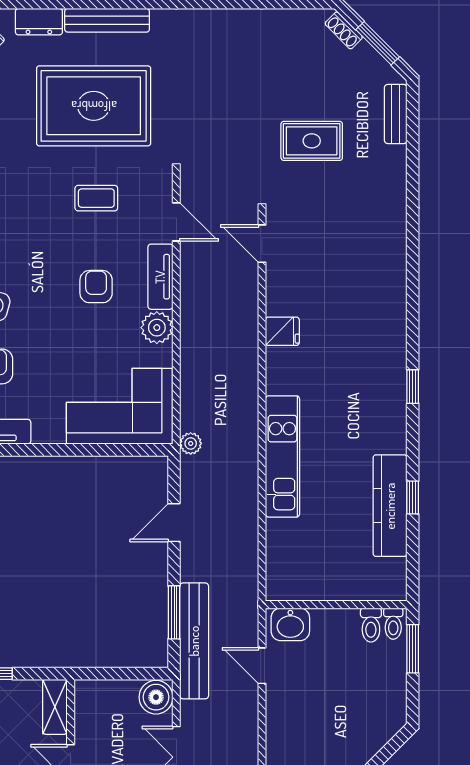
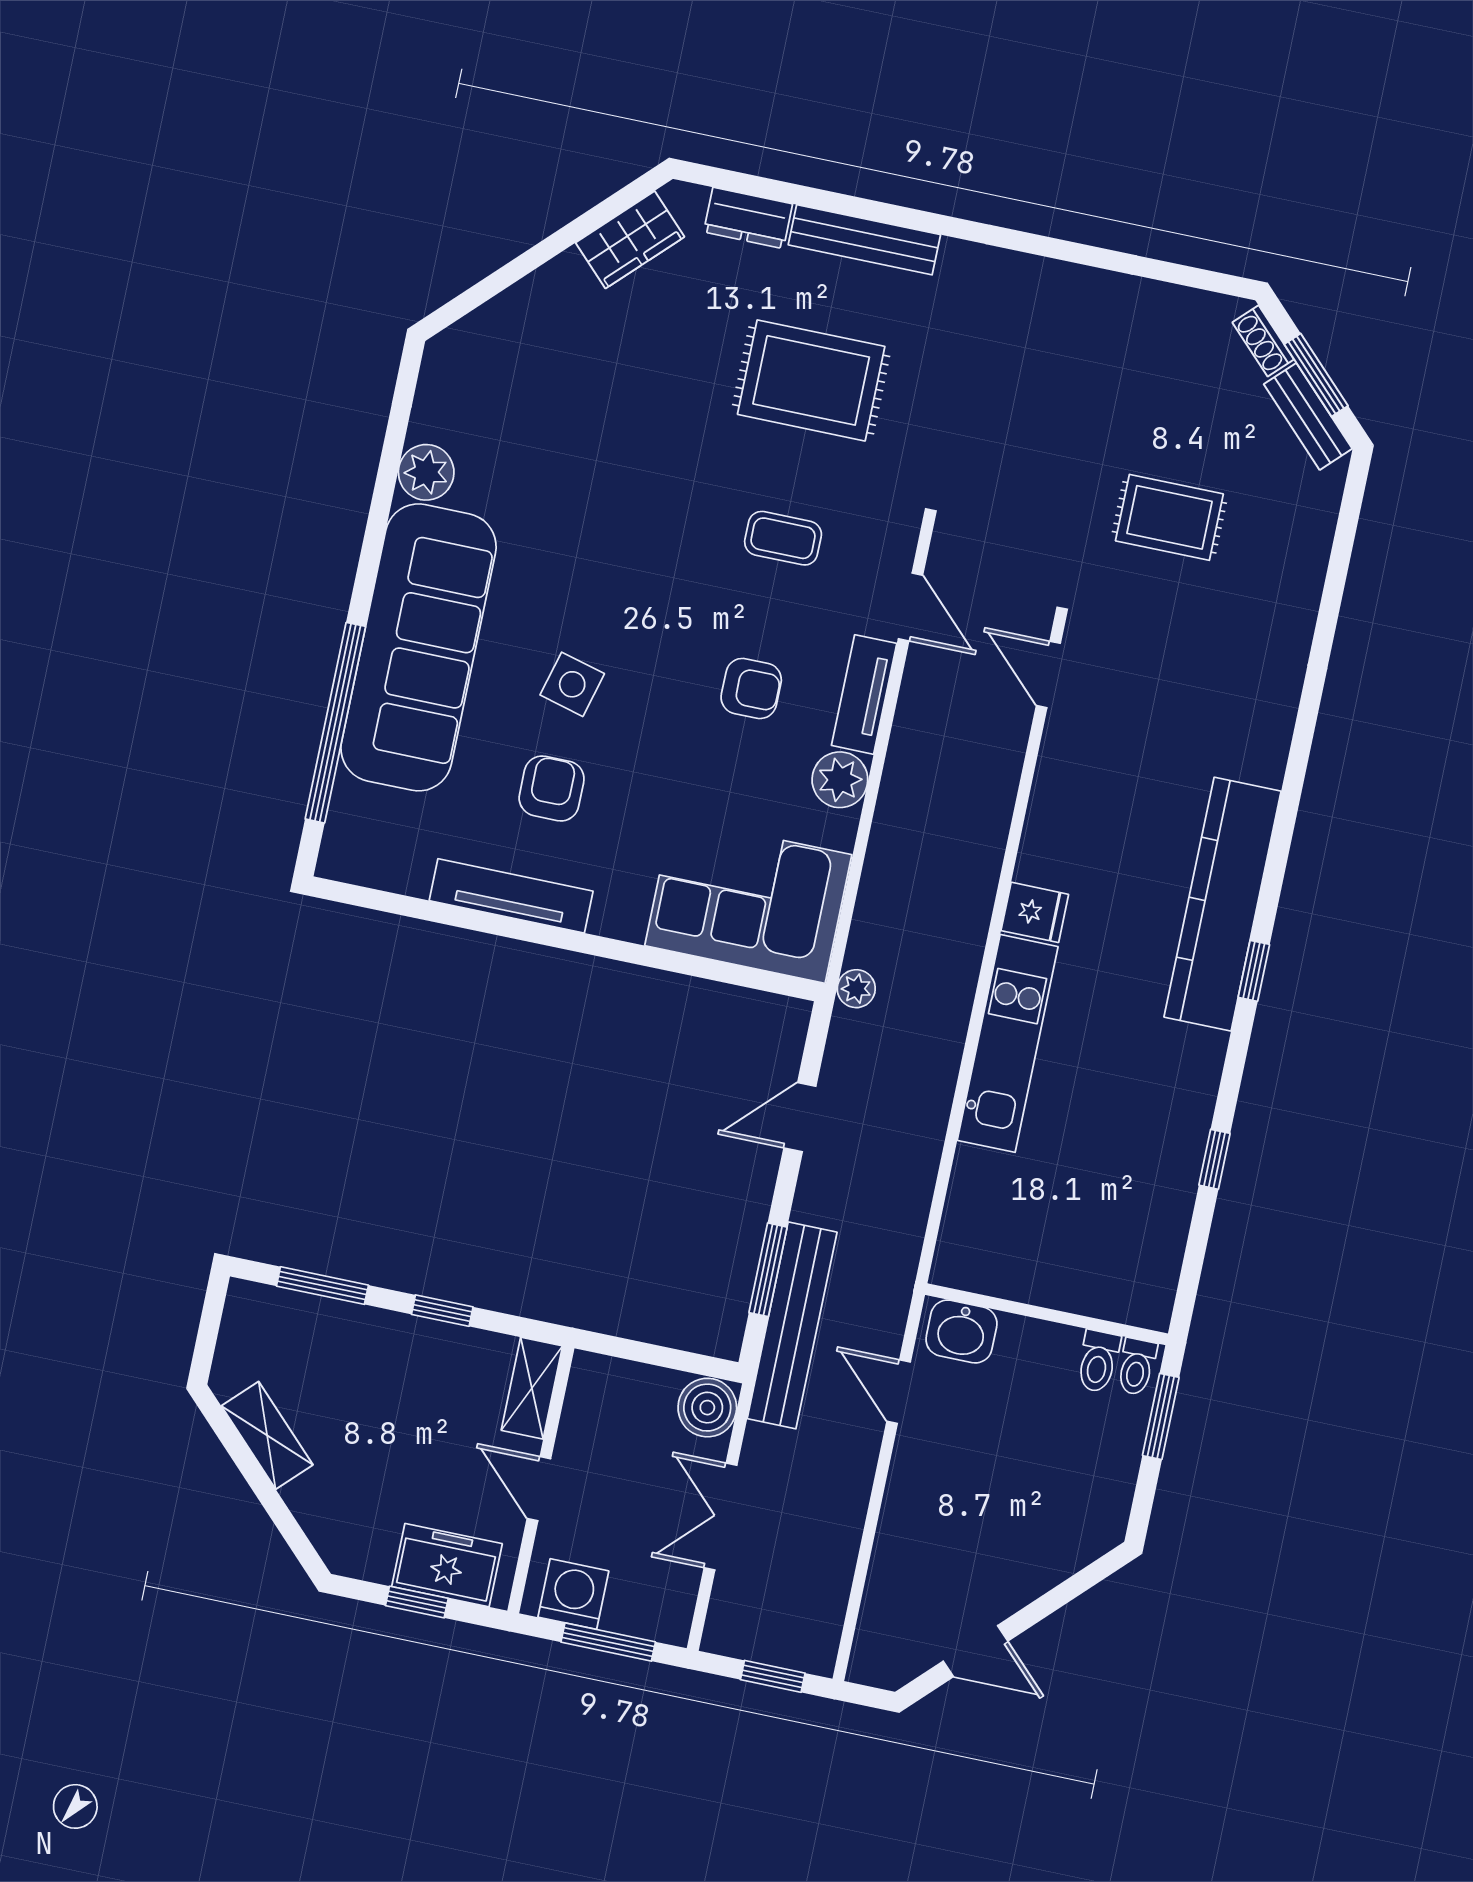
rug: (94, 106) -> (811, 380), width x0.73, depth x0.69
bench: (396, 114) -> (1308, 416), moved, turned -45
armchair: (96, 287) -> (751, 688), turned 90
fridge: (282, 331) -> (1035, 912), moved
kitchen counter: (390, 506) -> (1223, 904), moved, width x1.39, depth x1.17

